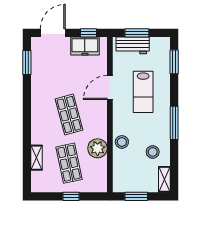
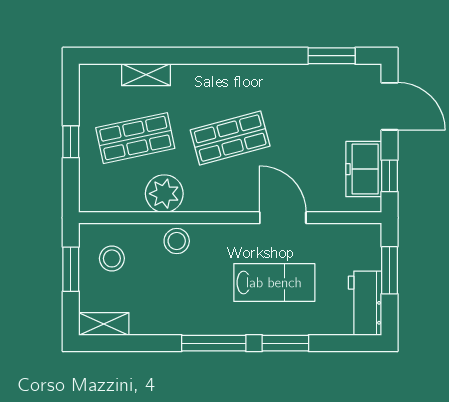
workbench: (133, 45) -> (365, 303), moved
window: (174, 62) -> (285, 343), moved
lab bench: (143, 92) -> (274, 283), turned 180
stool: (153, 152) -> (112, 258), moved

